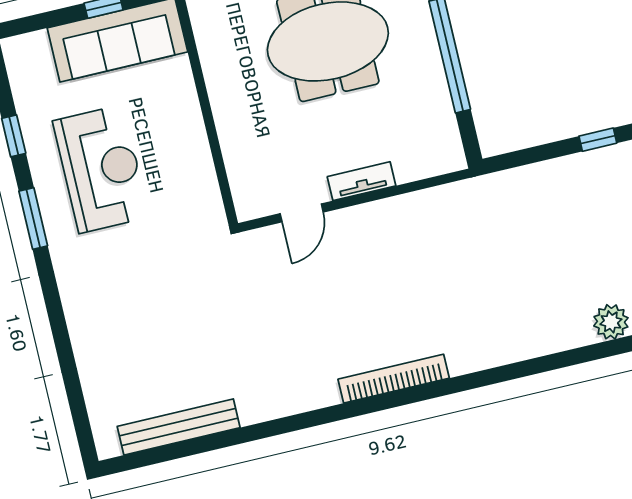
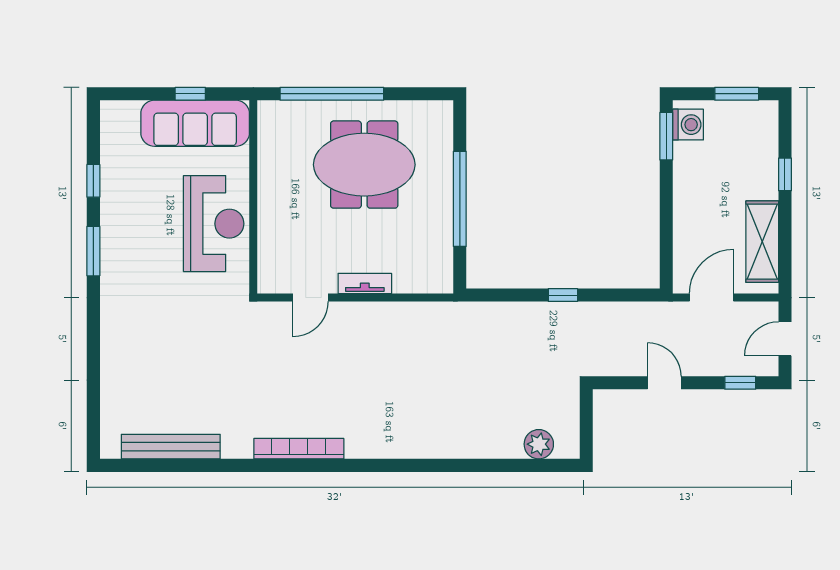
reception desk: (101, 169) -> (214, 224), moved
bookcase: (394, 379) -> (299, 449), moved

